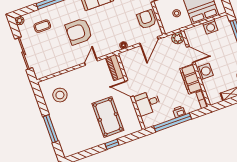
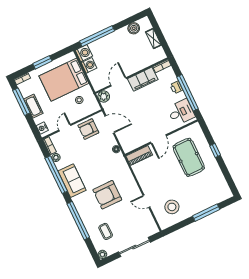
armchair: (79, 32) -> (107, 195), turned 90
door: (91, 62) -> (146, 201), moved
washing machine: (205, 71) -> (84, 53), moved, turned 90
desk: (148, 103) -> (181, 112), moved, turned -90
pool table: (108, 117) -> (189, 157), turned 90

